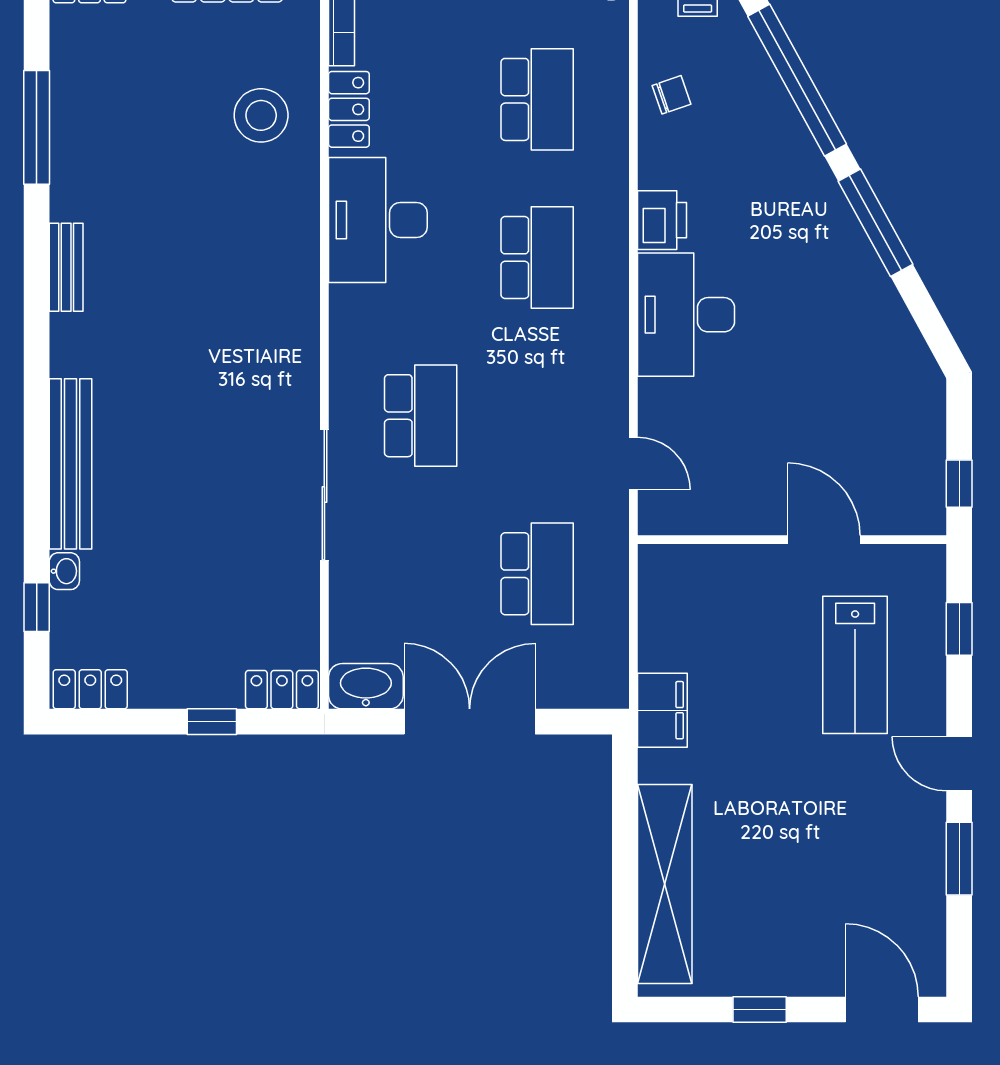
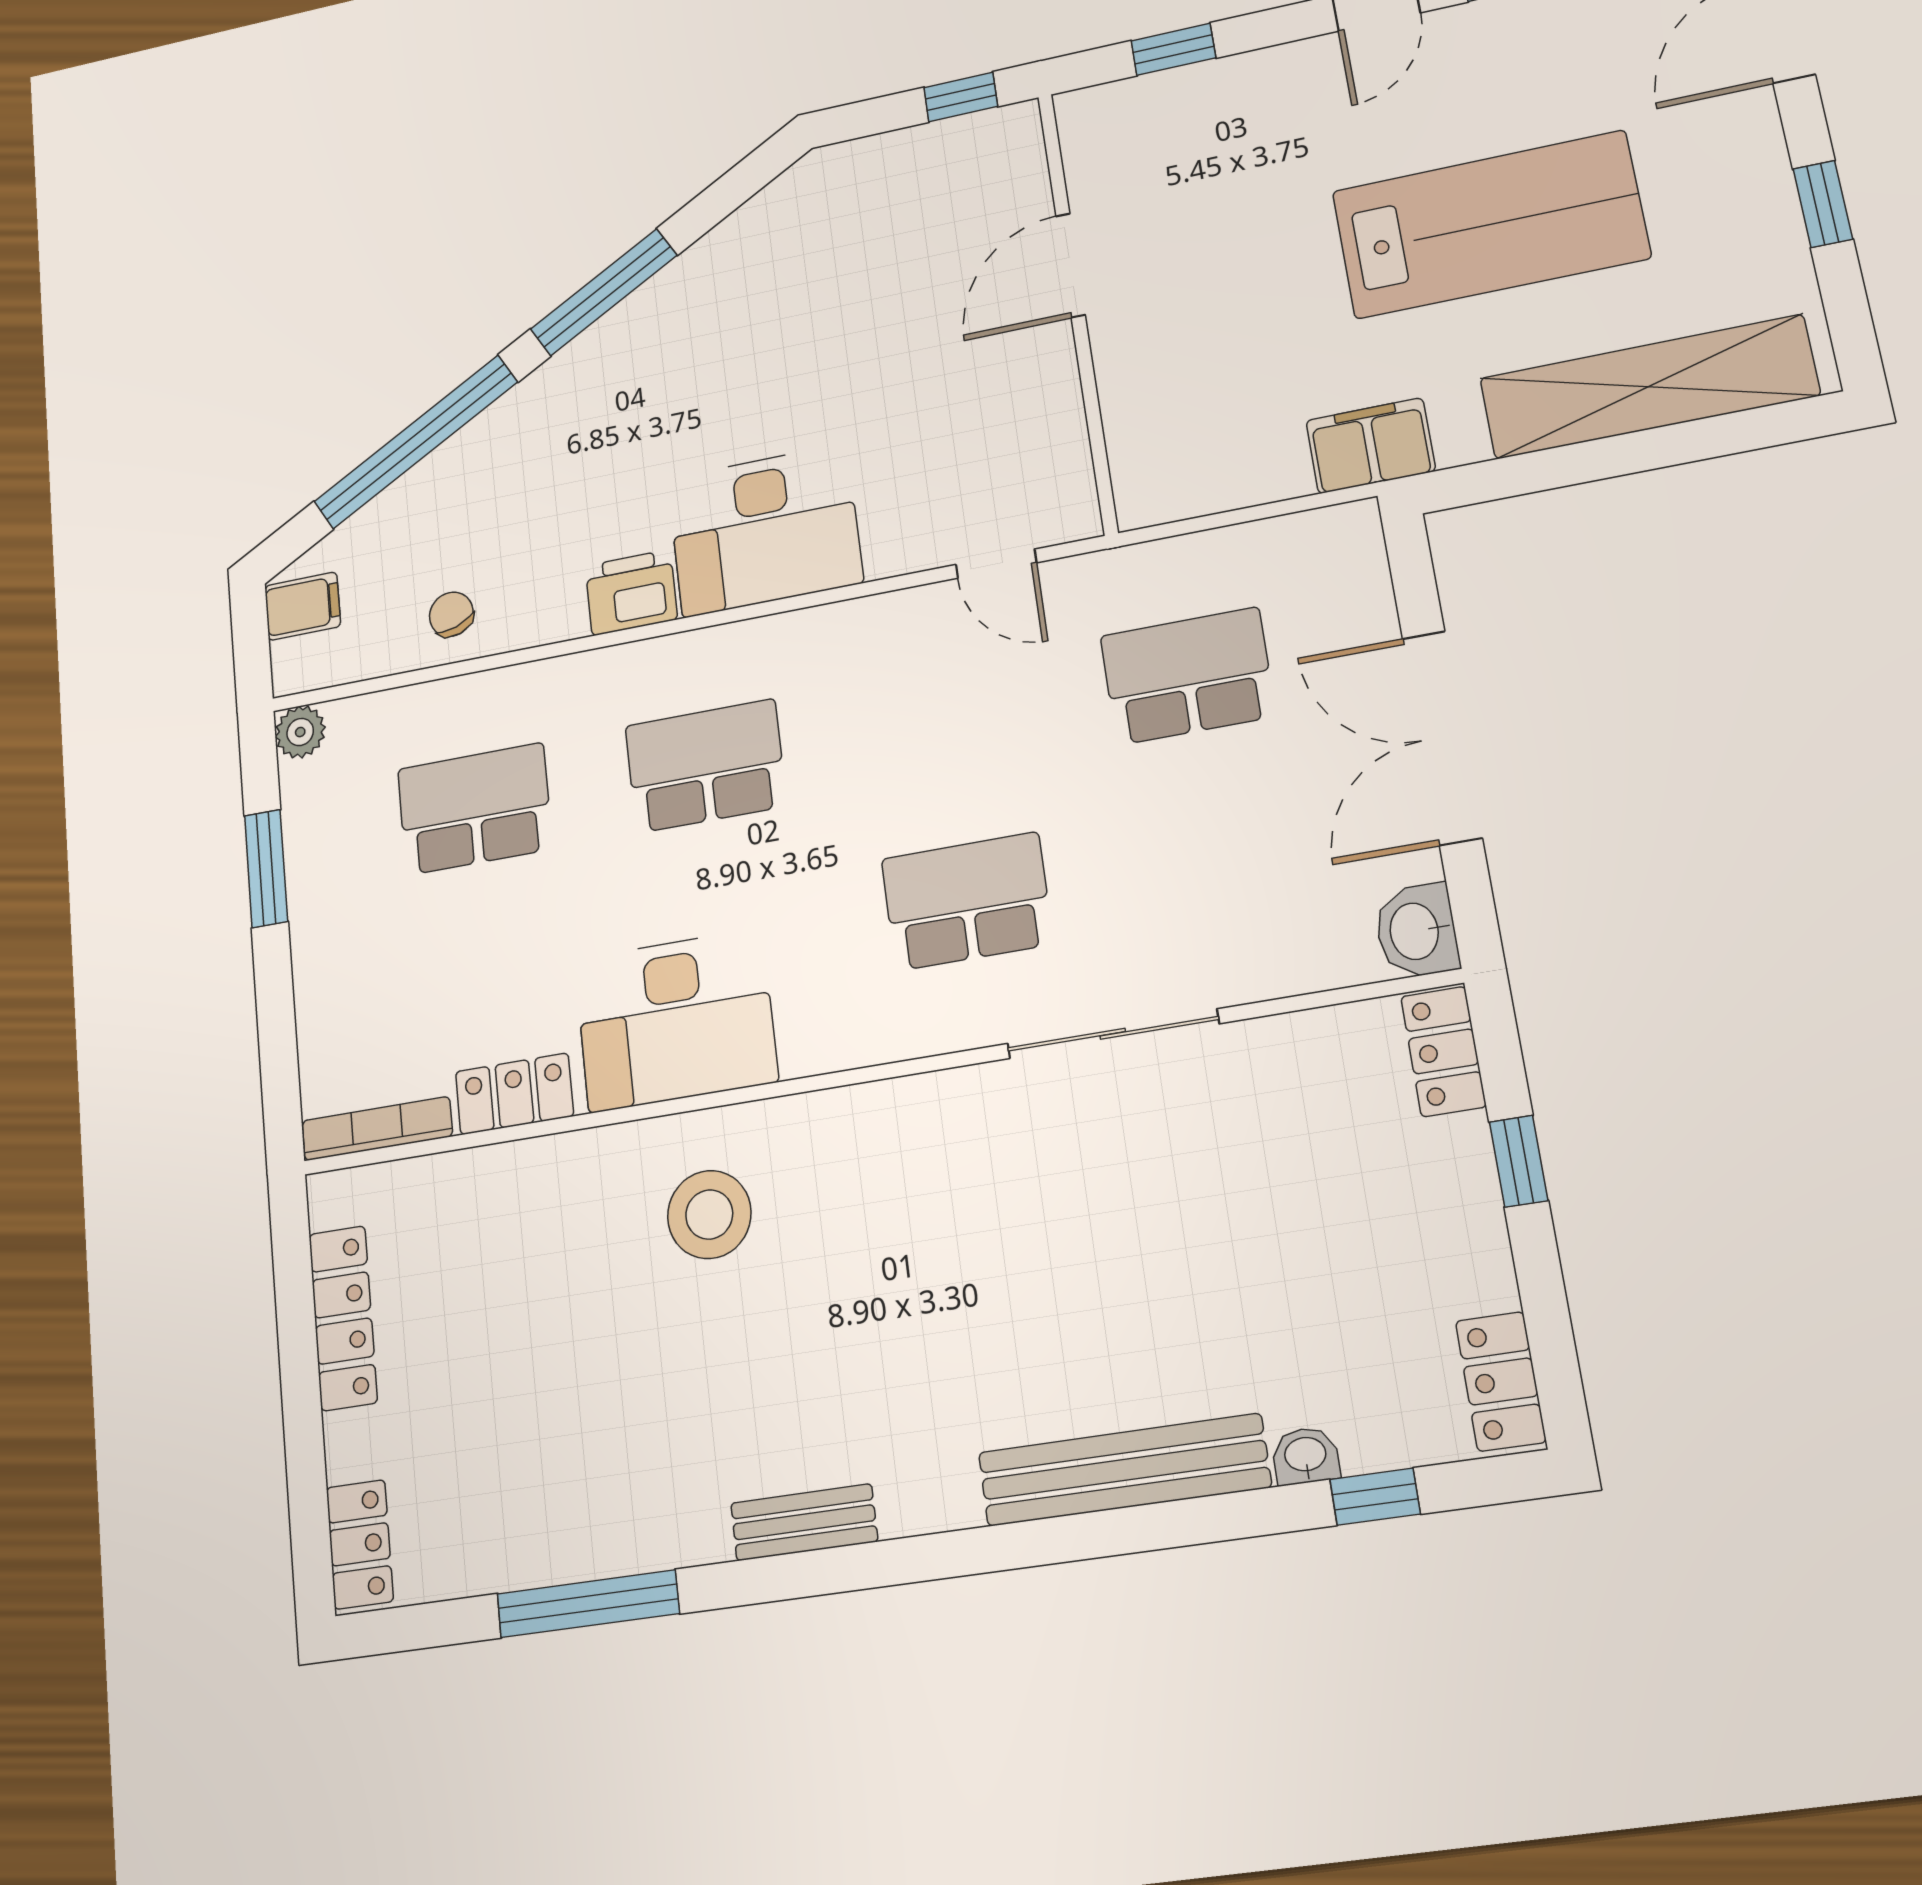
stool: (261, 115) -> (709, 1215), moved
door: (633, 463) -> (996, 564), swing flipped
lab bench: (855, 665) -> (1490, 225), moved, width x1.36, depth x1.39
washbasin: (366, 686) -> (1416, 931), width x0.72

